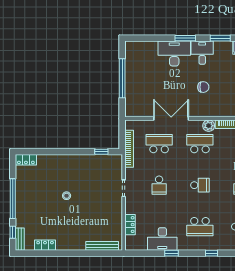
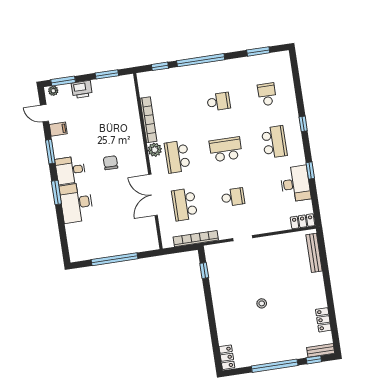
school desk: (200, 185) -> (226, 149), width x1.85
locker: (130, 225) -> (303, 221), moved

